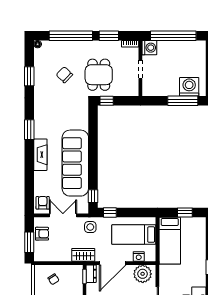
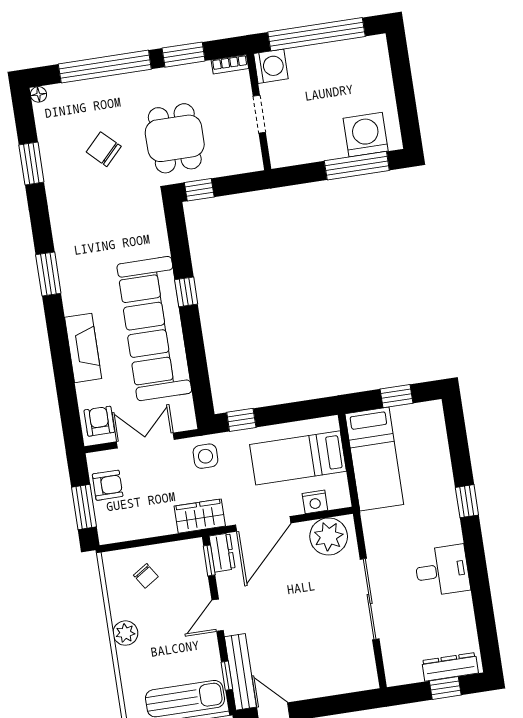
fireplace: (40, 155) -> (83, 348), moved
window: (93, 196) -> (186, 292), moved

